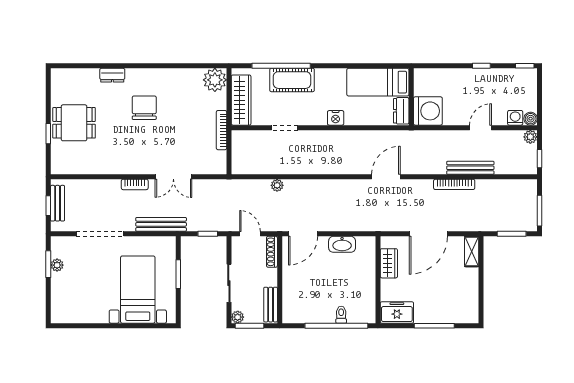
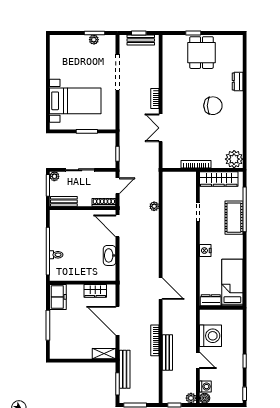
washing machine: (428, 111) -> (211, 336), moved, turned -90
bench: (161, 224) -> (125, 369), moved

